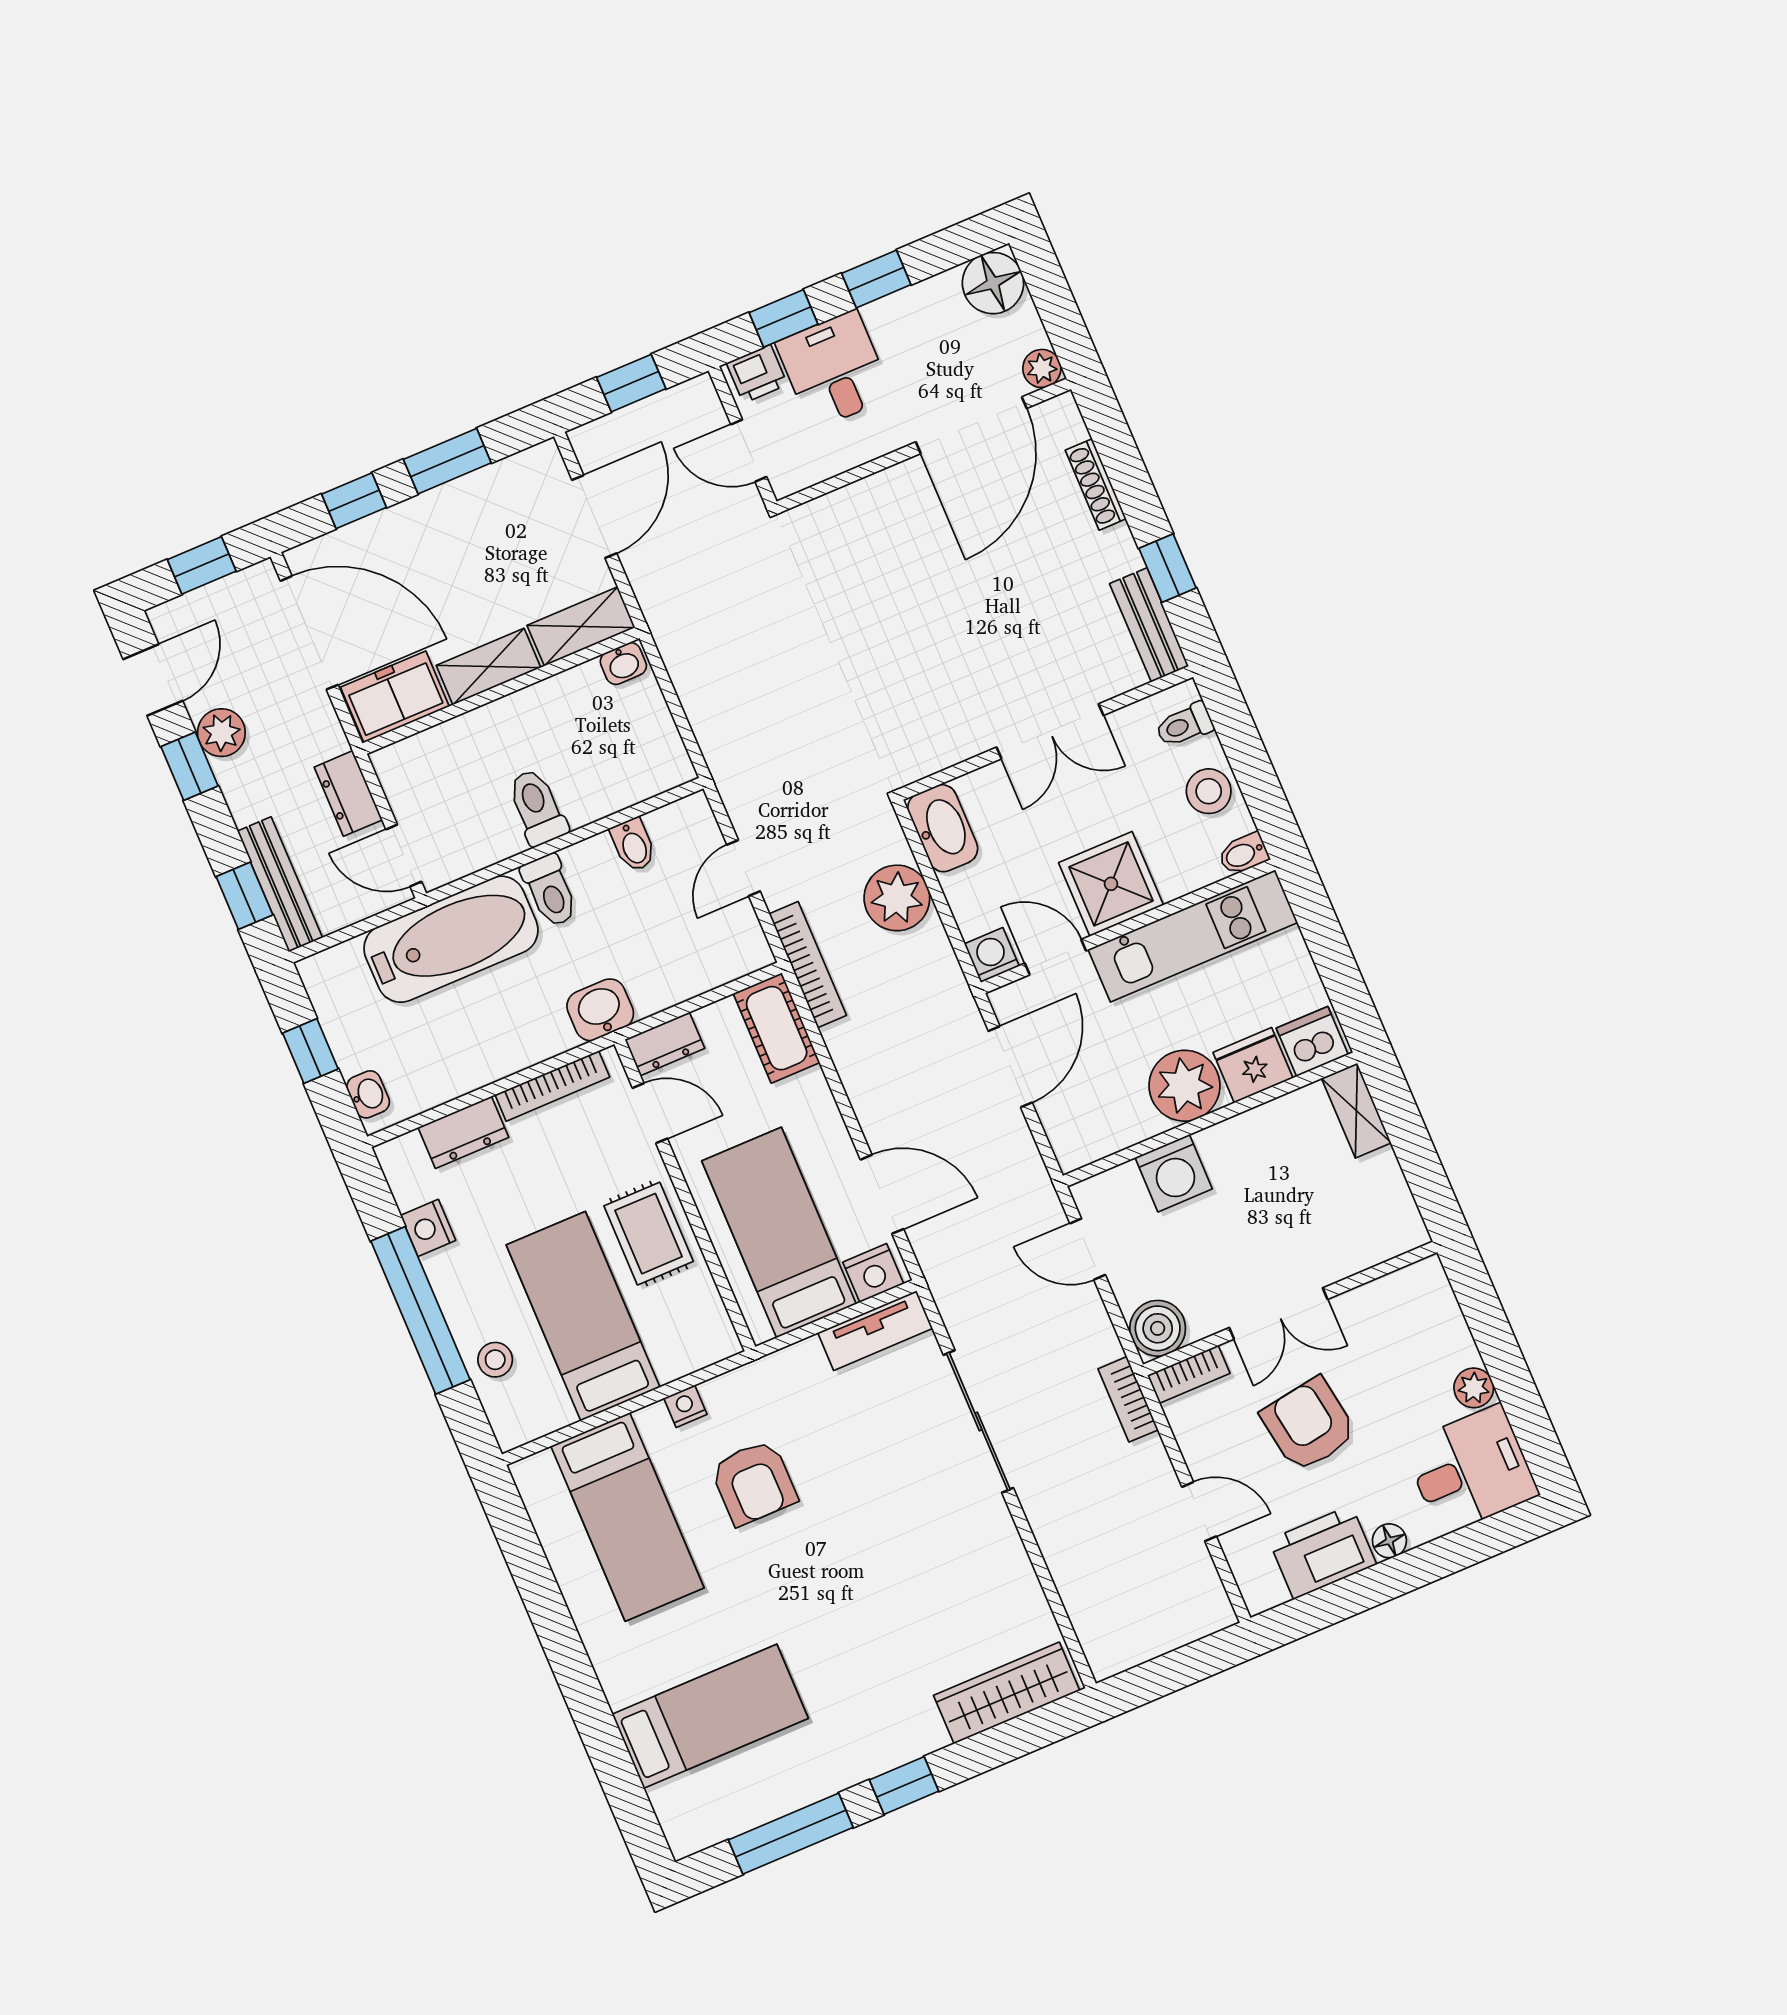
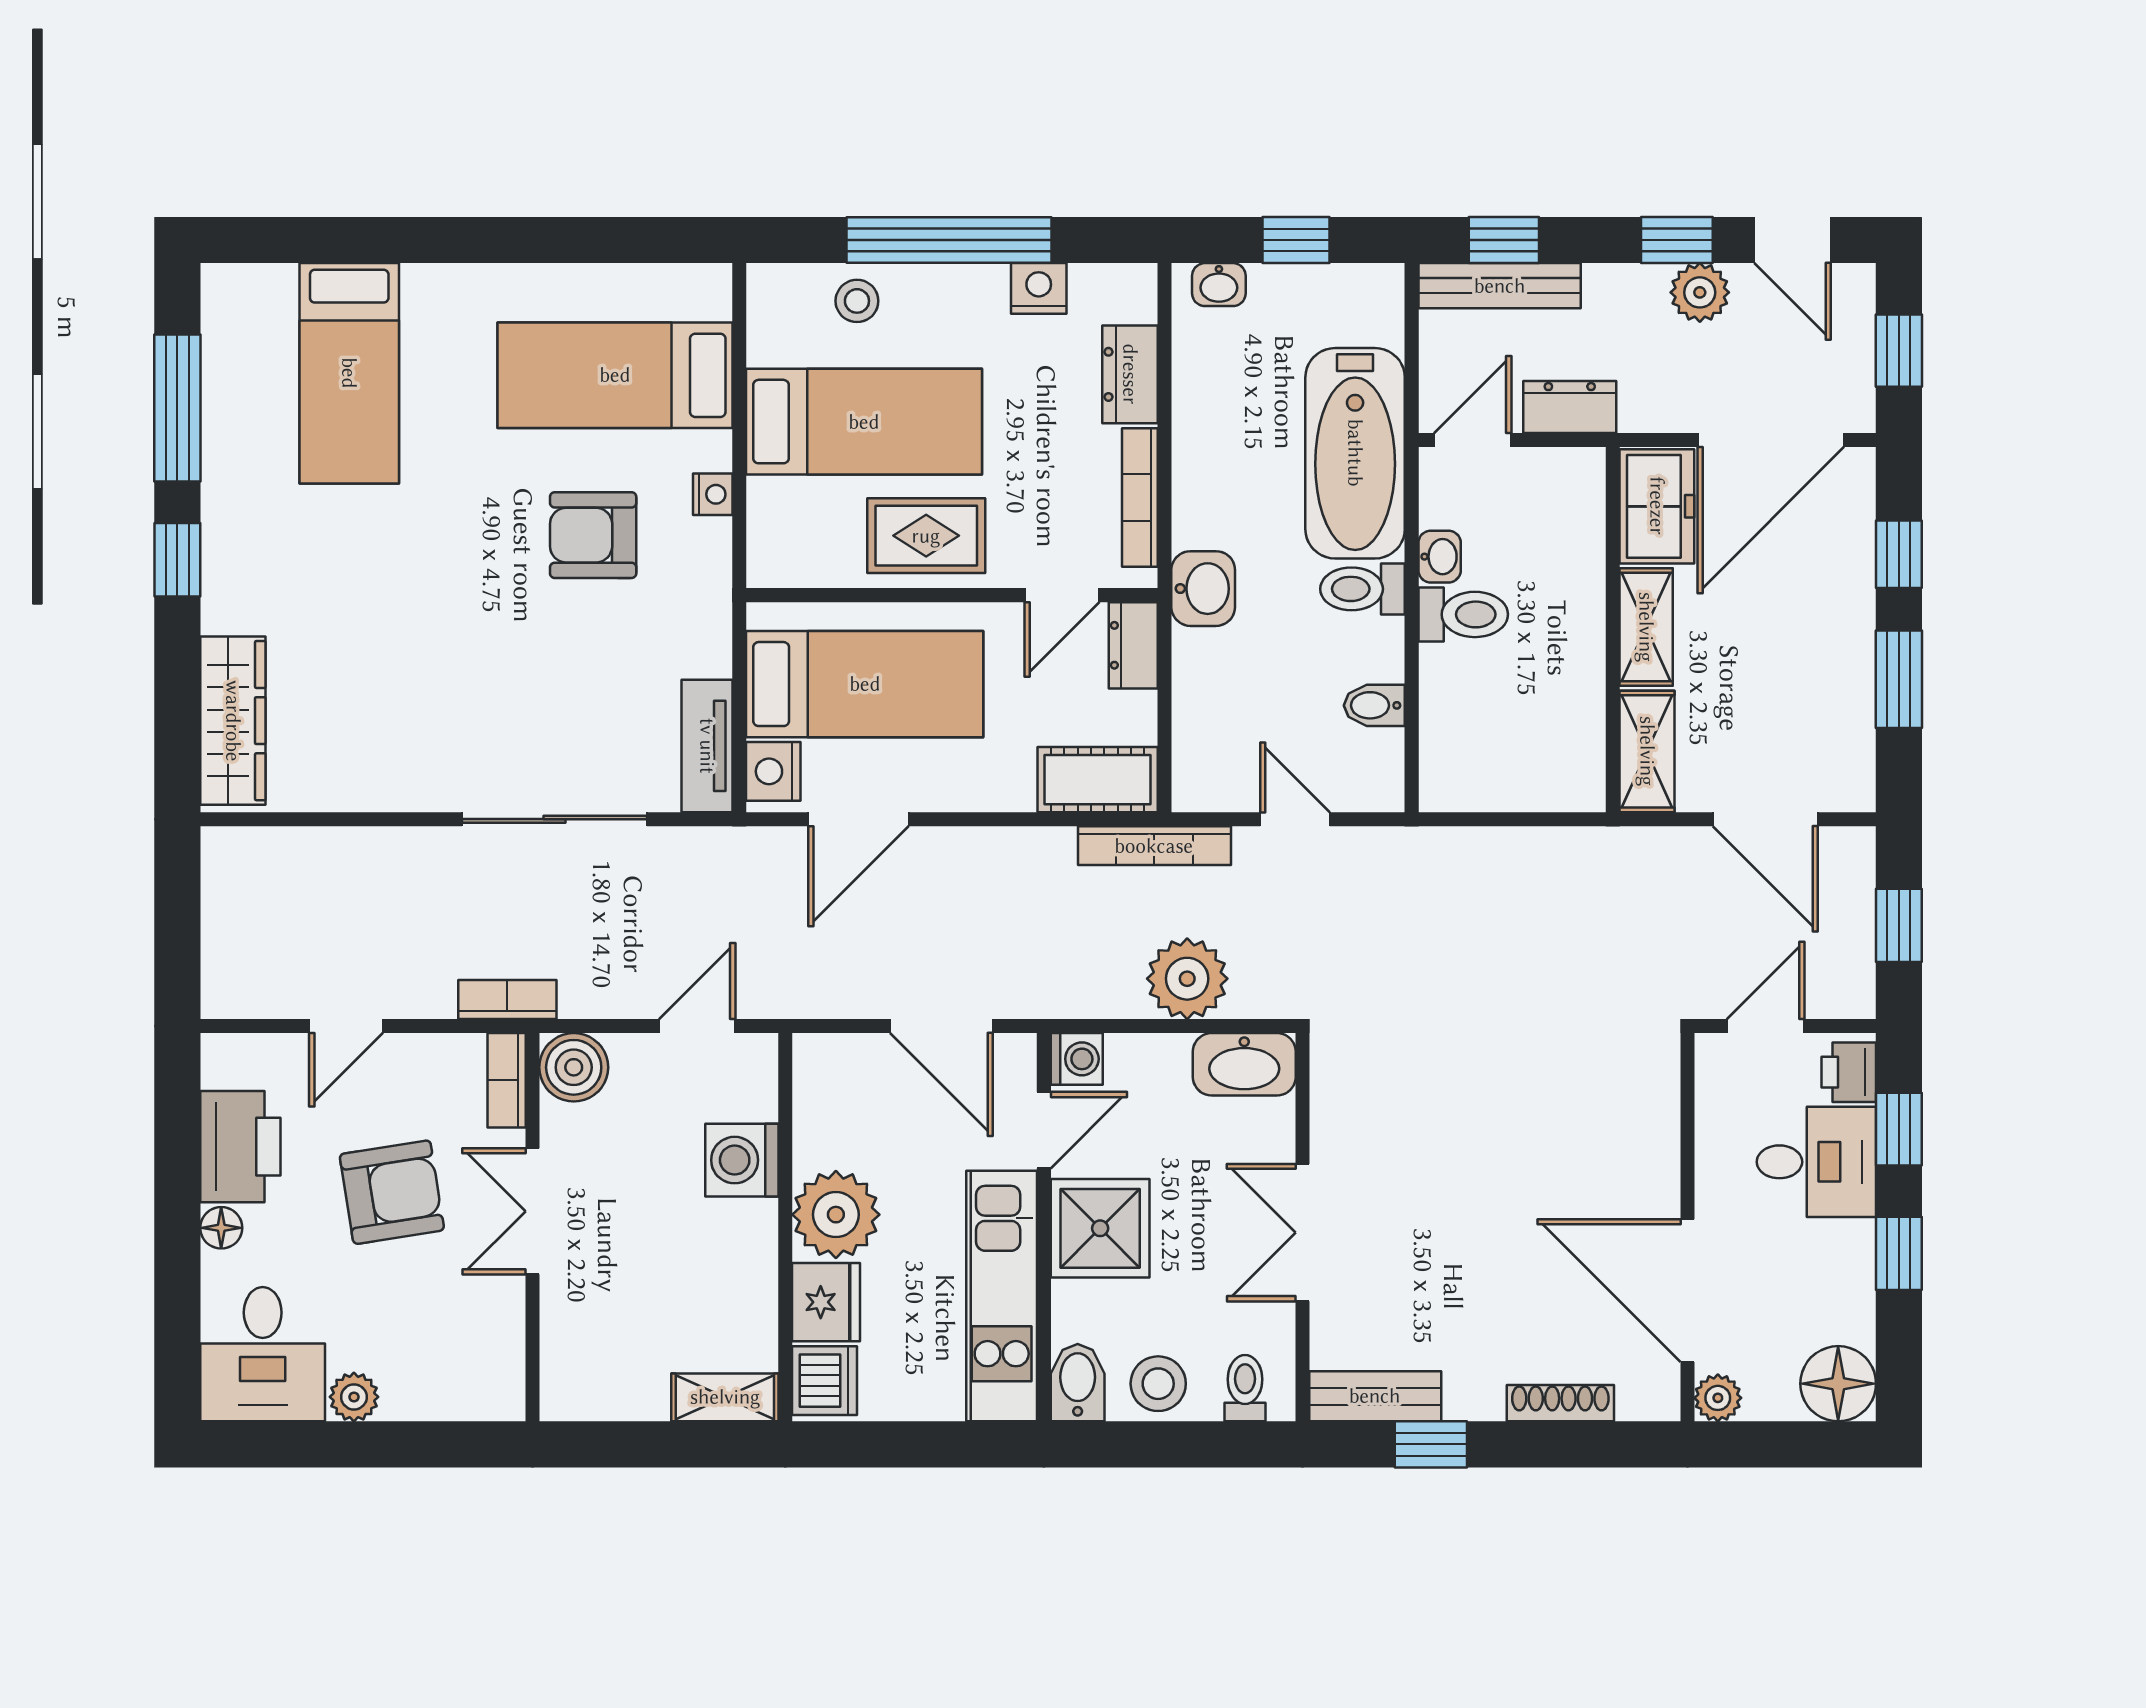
washbasin: (623, 663) -> (1440, 557), moved, turned 180
bidet: (1243, 854) -> (1078, 1383), width x1.38, depth x1.36

